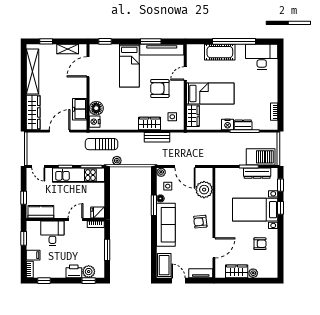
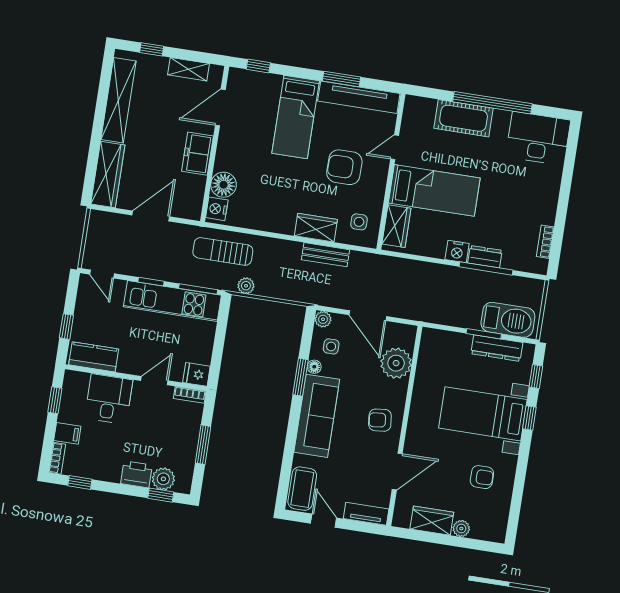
freezer: (80, 109) -> (198, 154), moved

